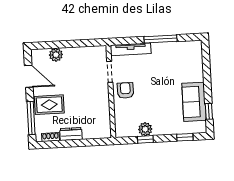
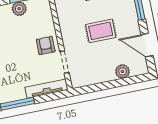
armchair: (125, 90) -> (46, 45), turned 180
rug: (49, 105) -> (101, 31), moved

